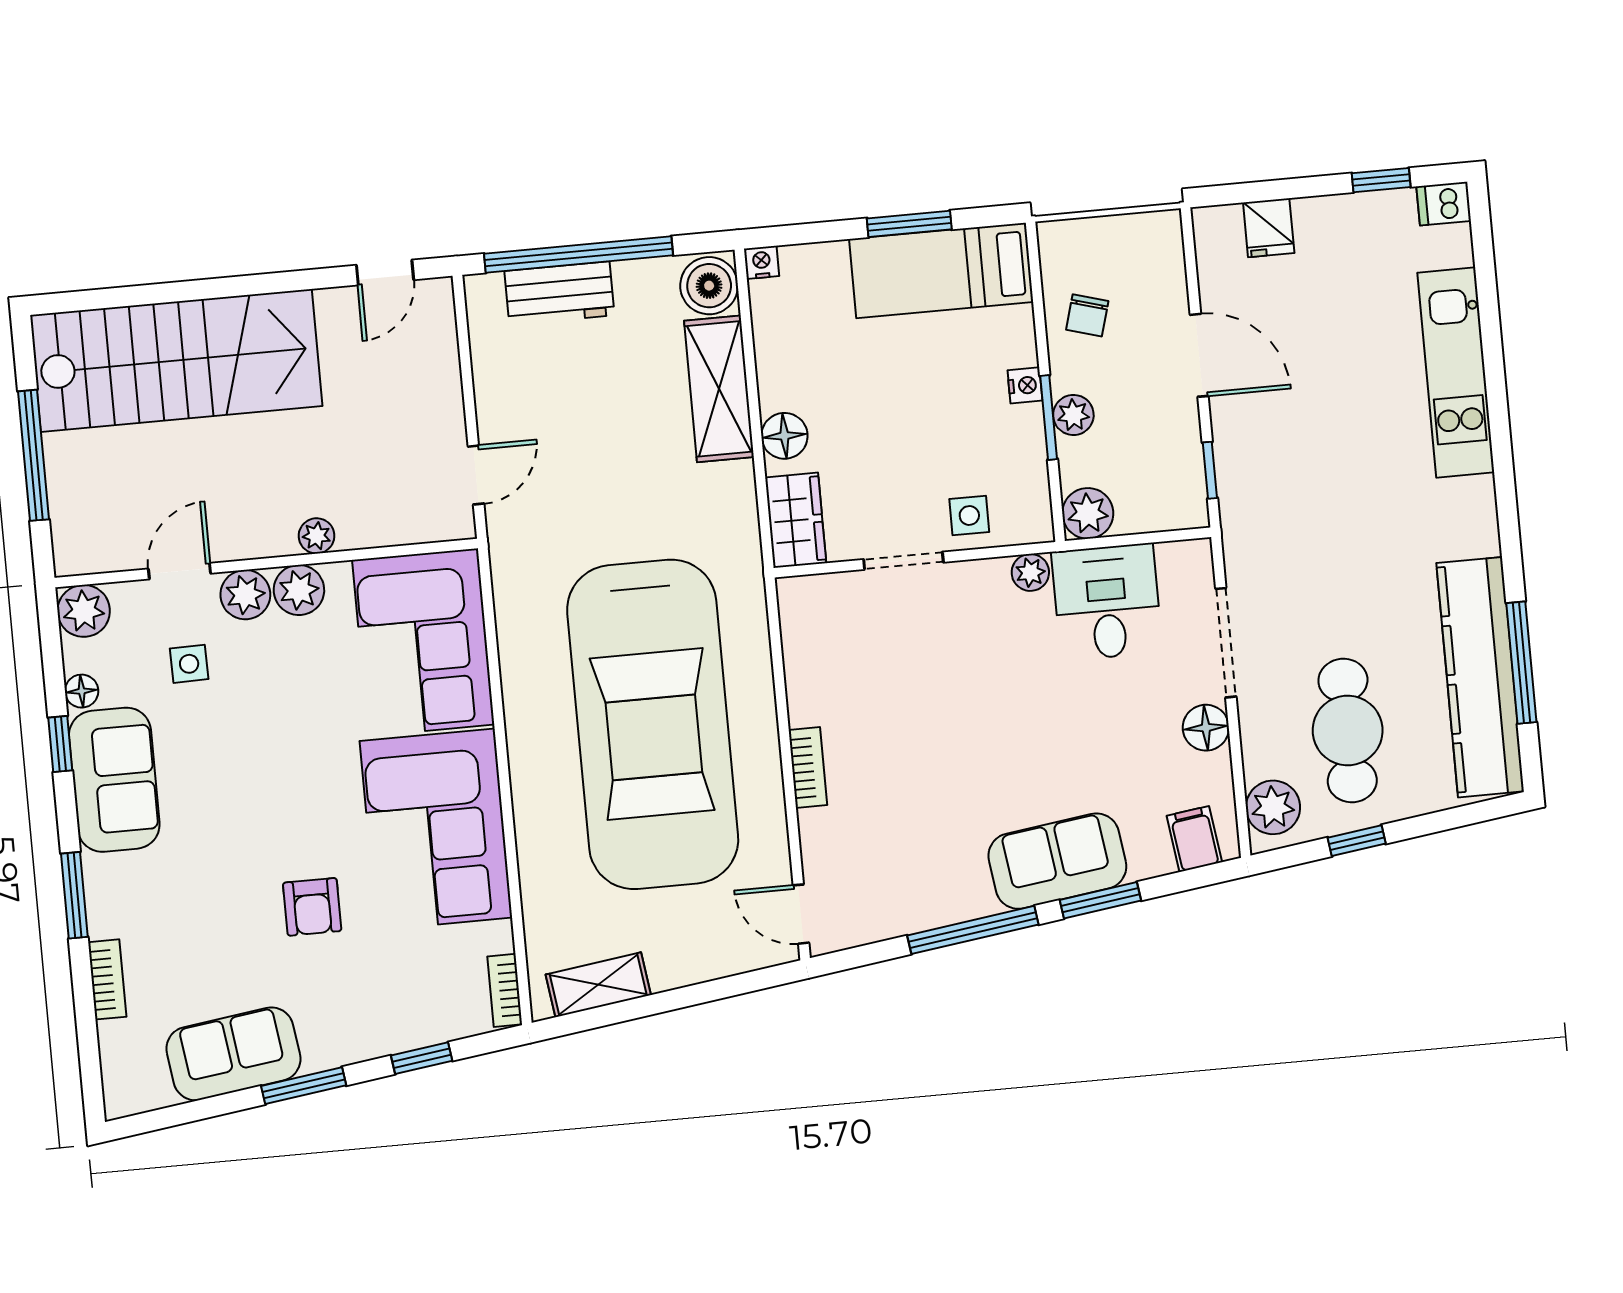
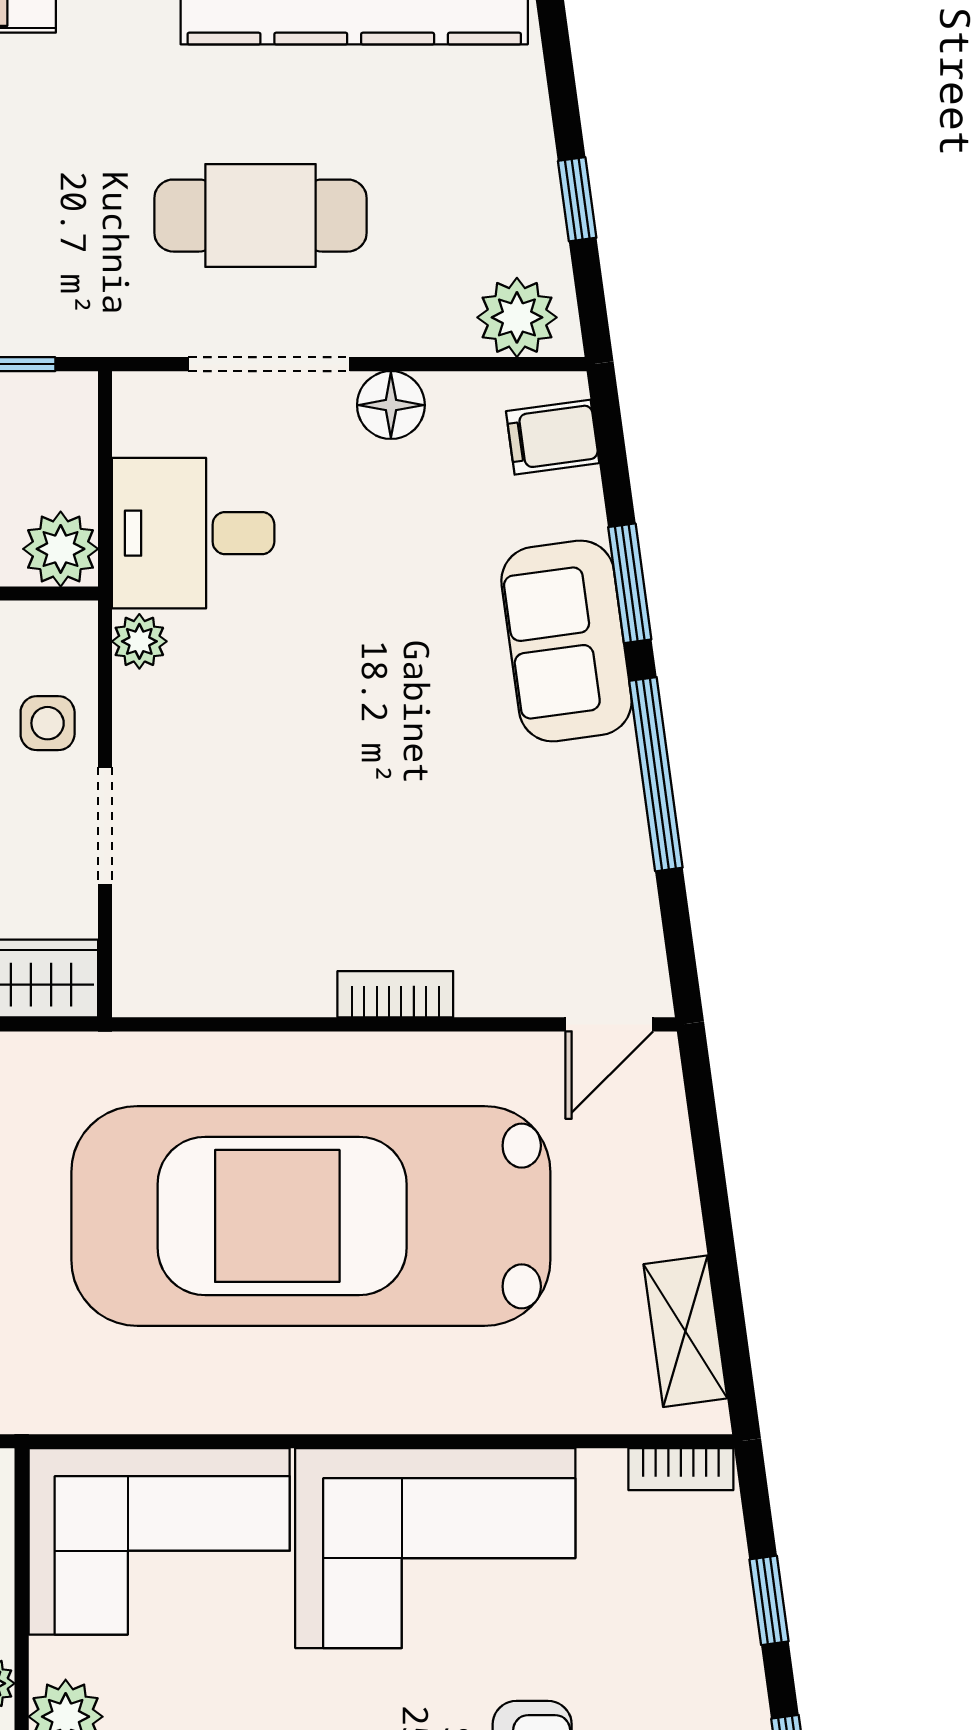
car: (653, 724) -> (311, 1216), turned 180
cafe table: (1348, 730) -> (261, 216), moved

